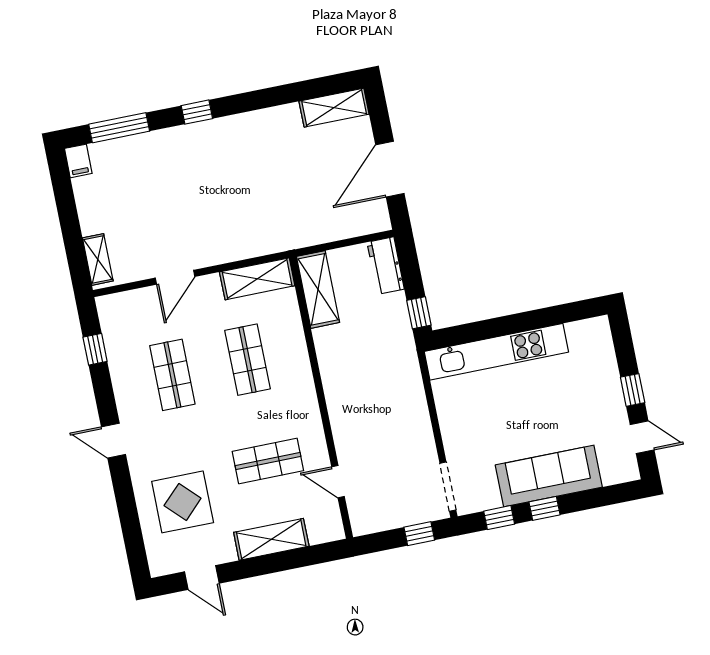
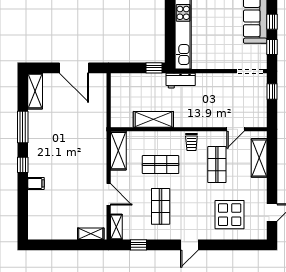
window: (119, 128) -> (23, 127), moved
filing cabinet: (78, 161) -> (36, 183), moved
workbench: (386, 266) -> (181, 81), moved
shelving: (318, 289) -> (153, 119), moved
shelving: (119, 303) -> (116, 227), added
shop shelf: (172, 375) -> (161, 206), turned 90
trolley: (299, 407) -> (191, 142), added
shelving: (271, 539) -> (259, 158), moved

